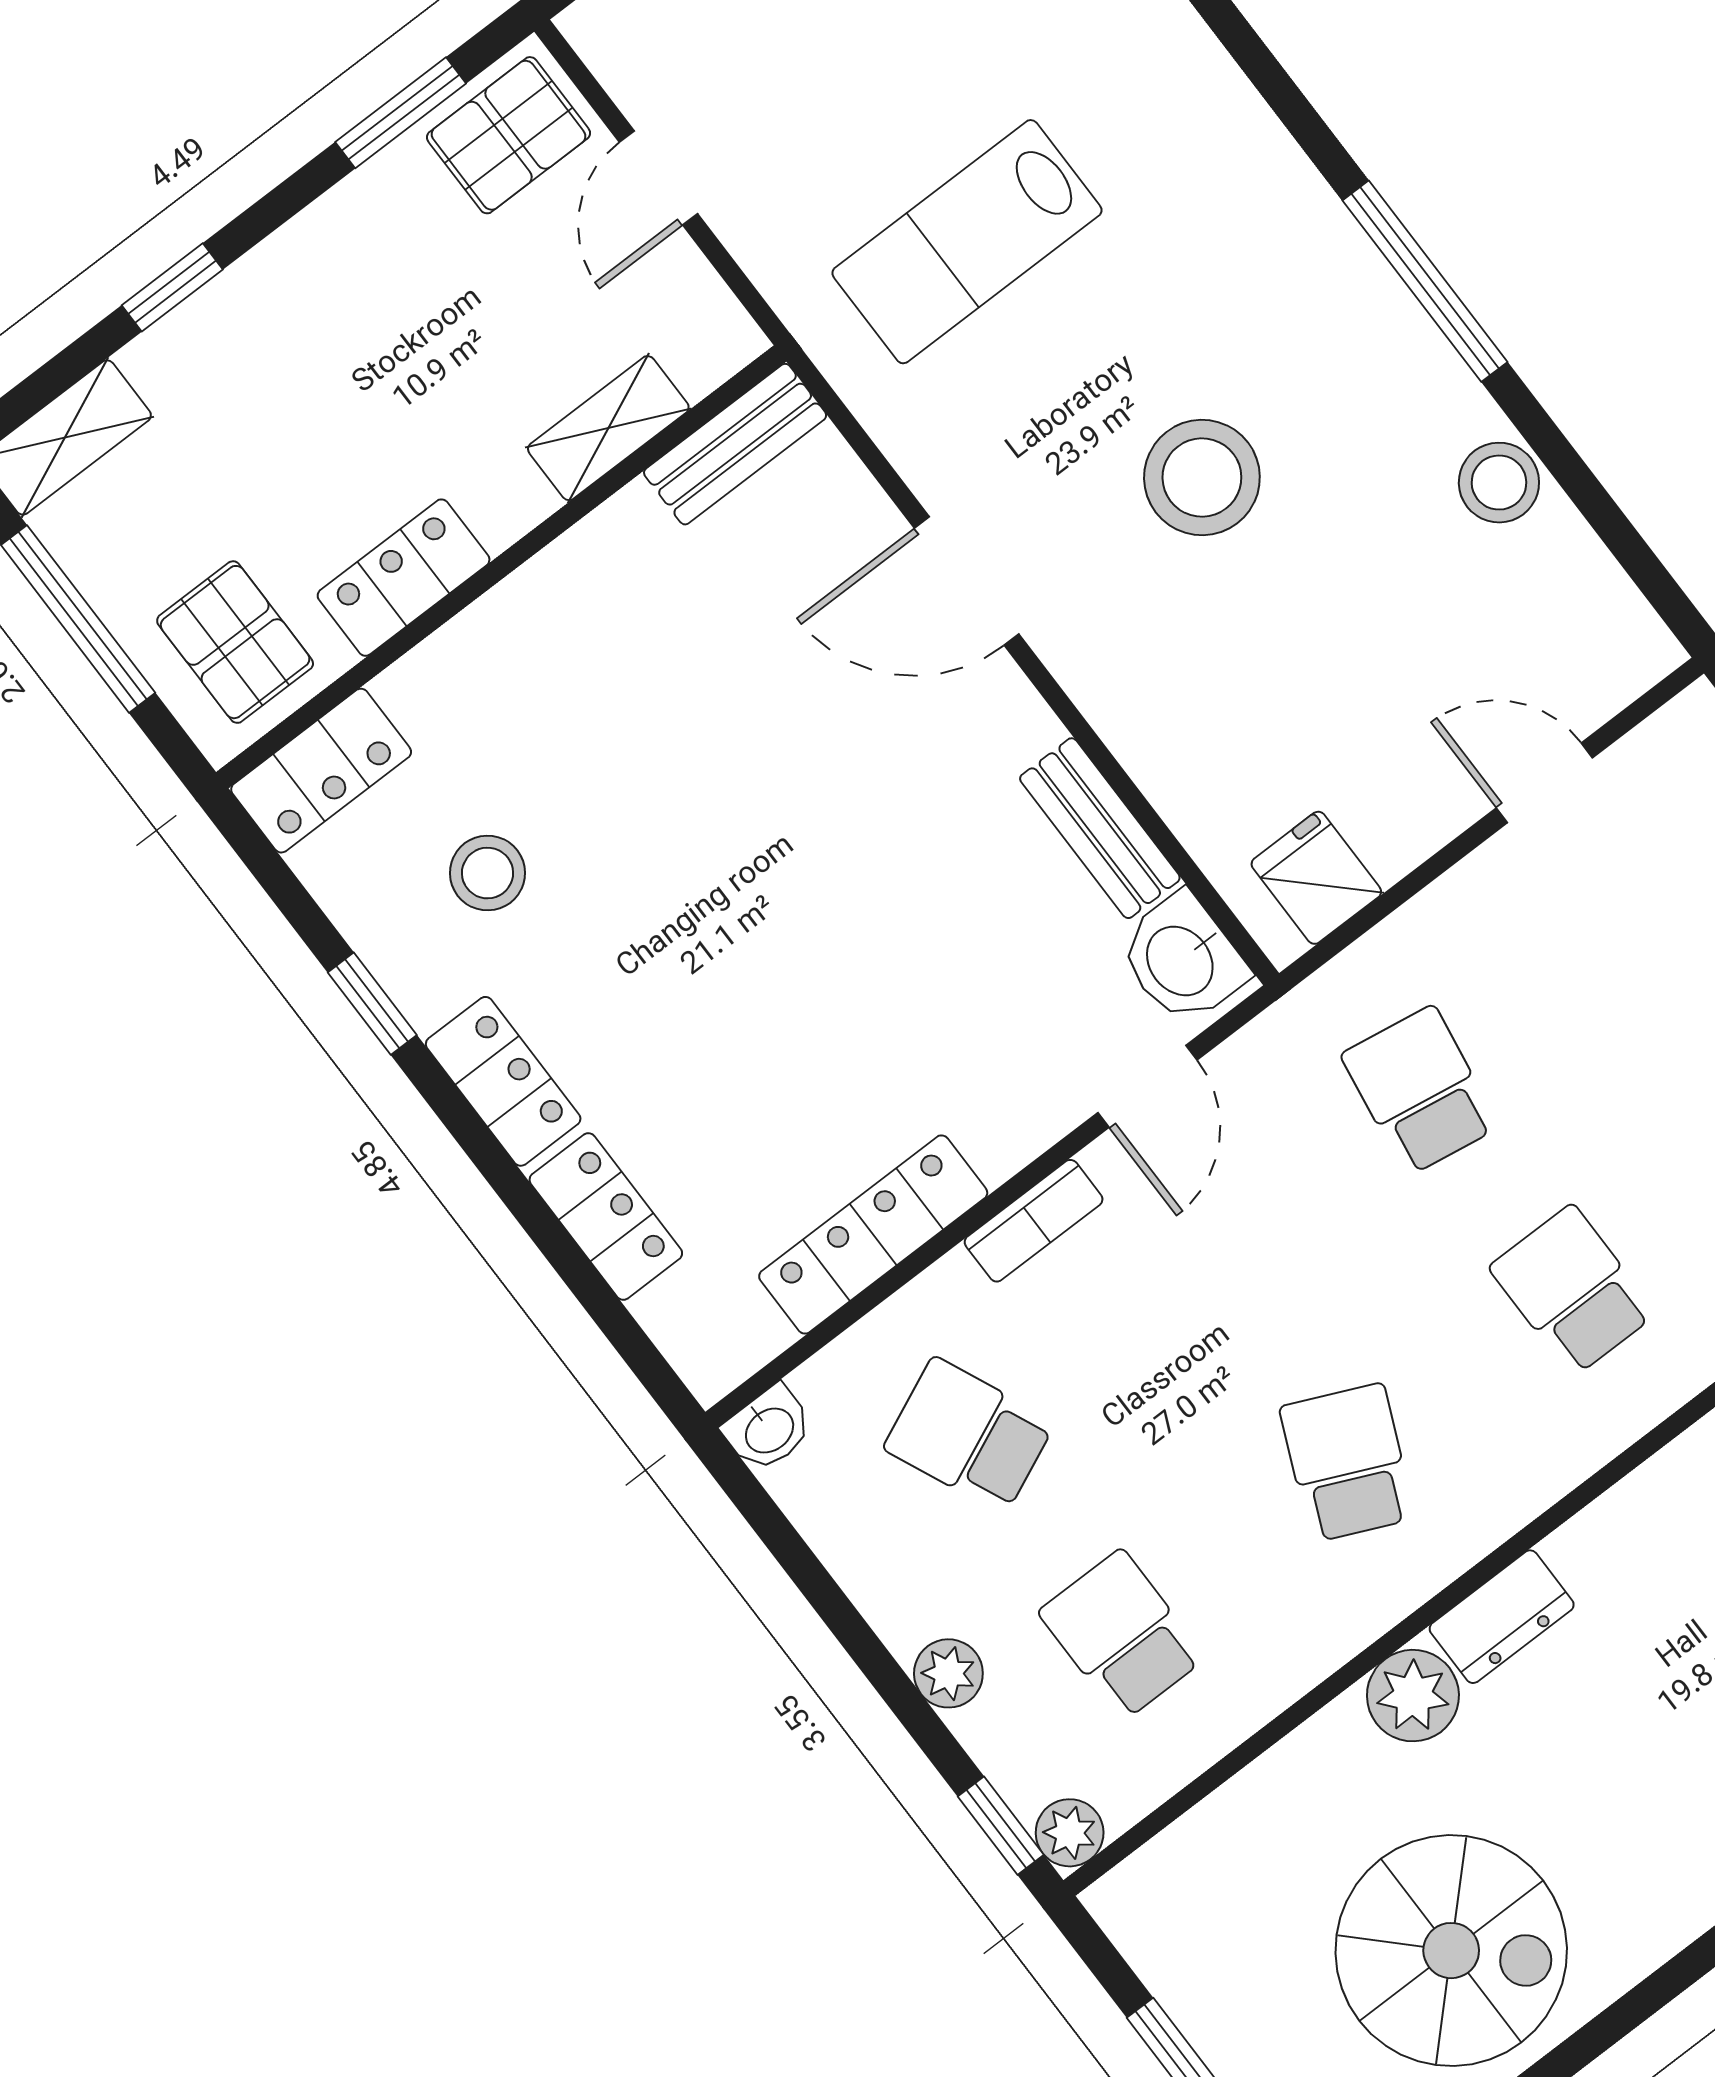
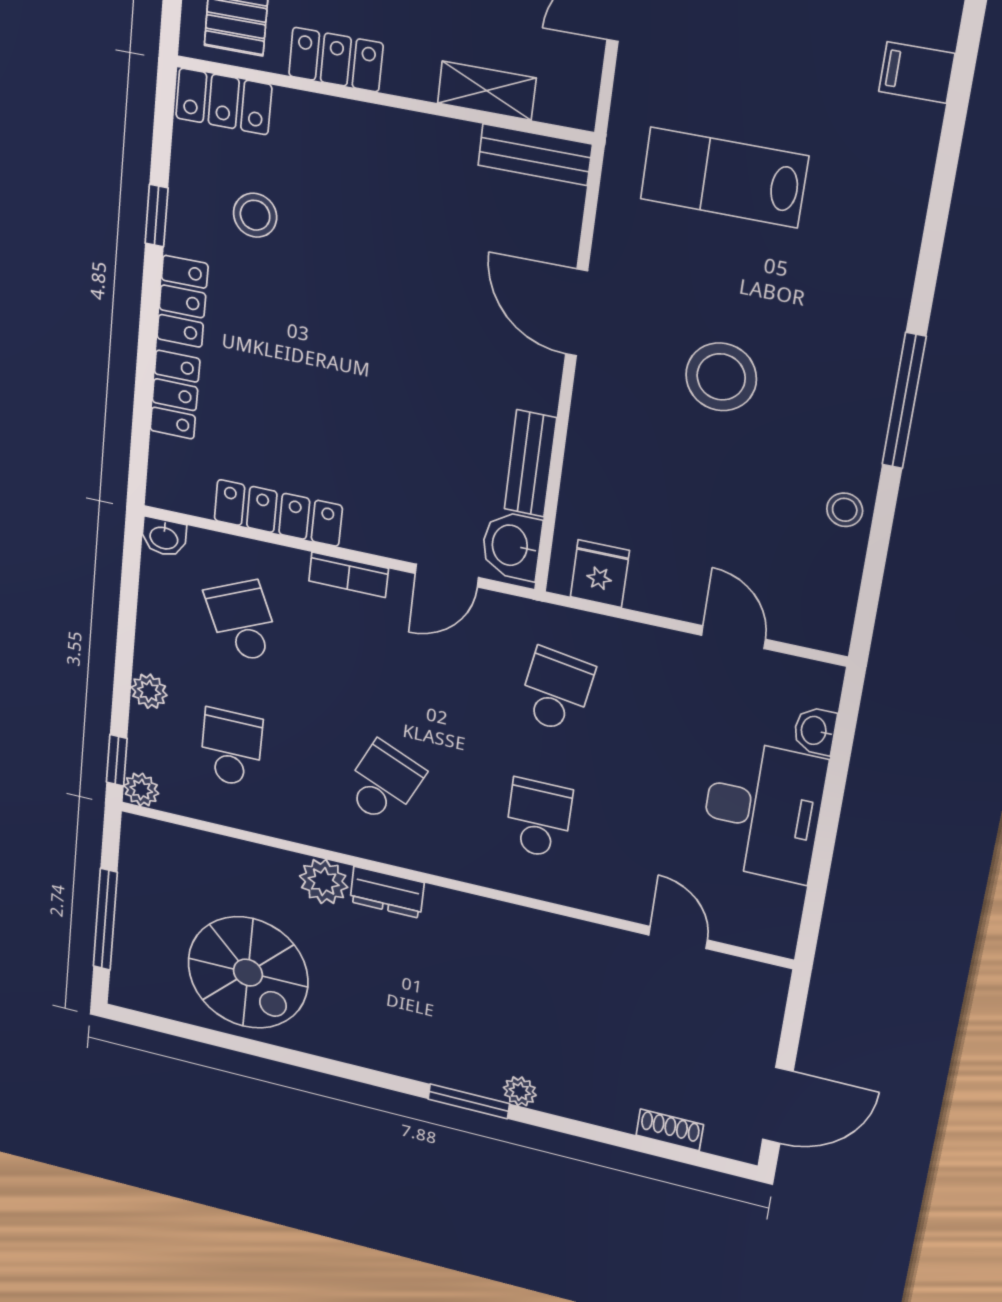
stool: (1499, 483) -> (845, 510), width x0.73, depth x0.73

